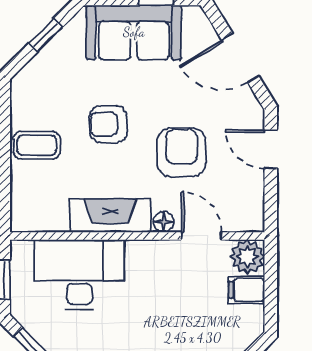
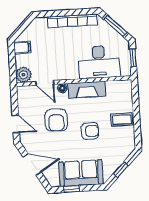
filing cabinet: (247, 290) -> (22, 48), moved

